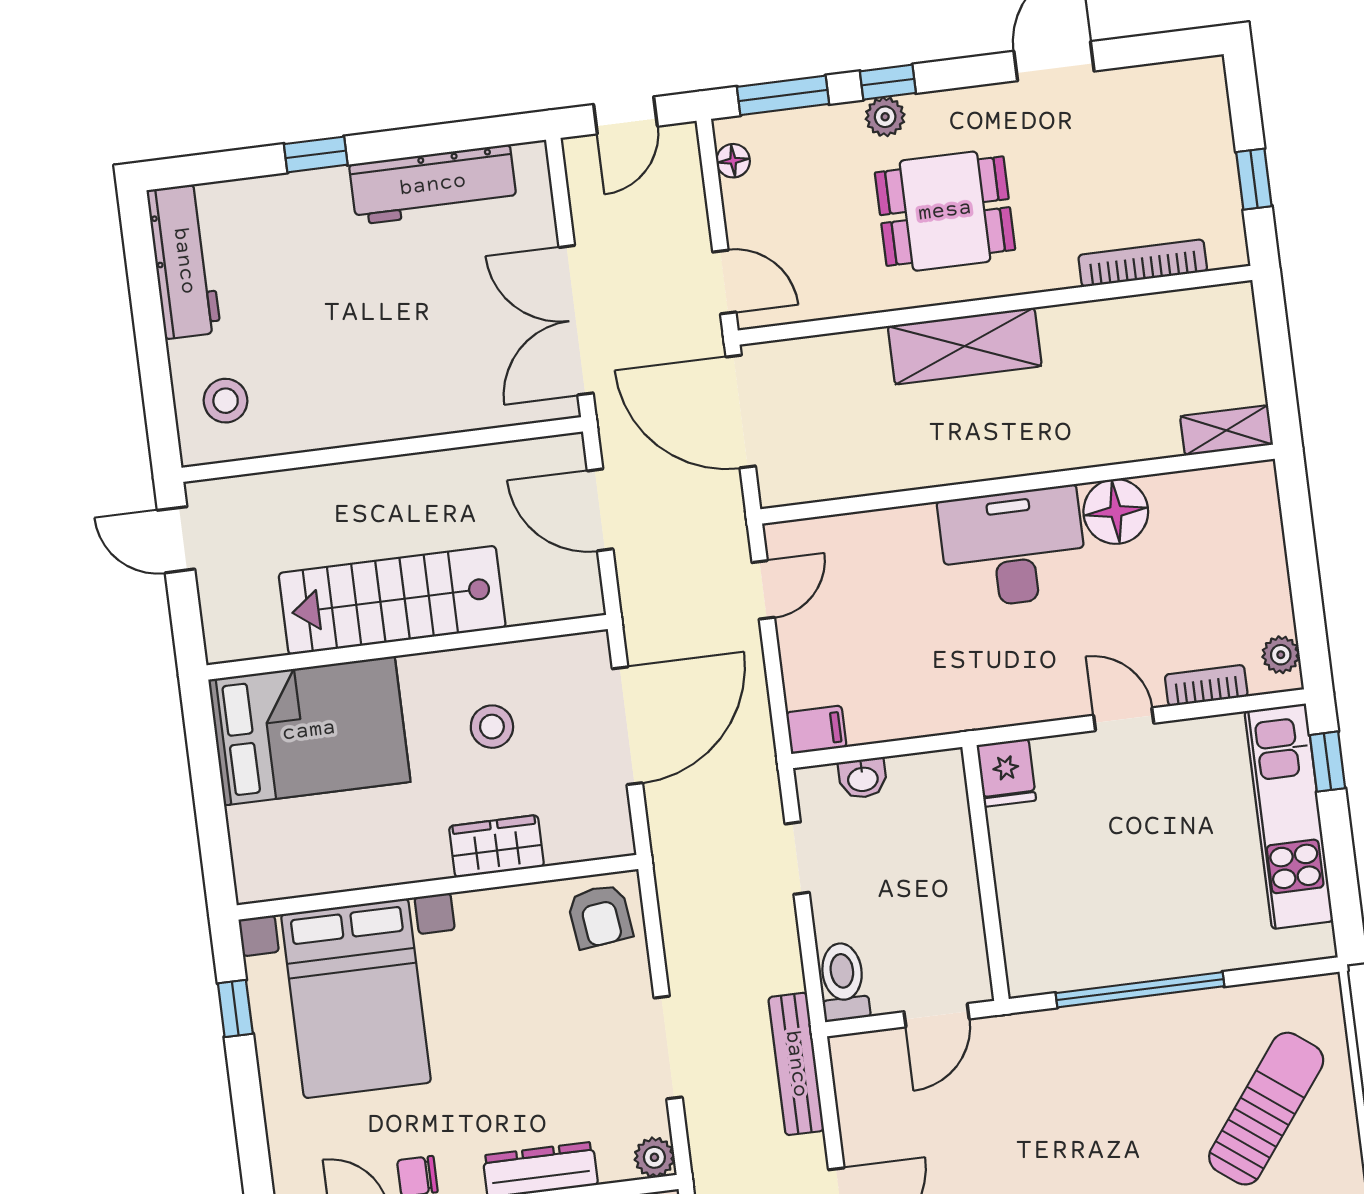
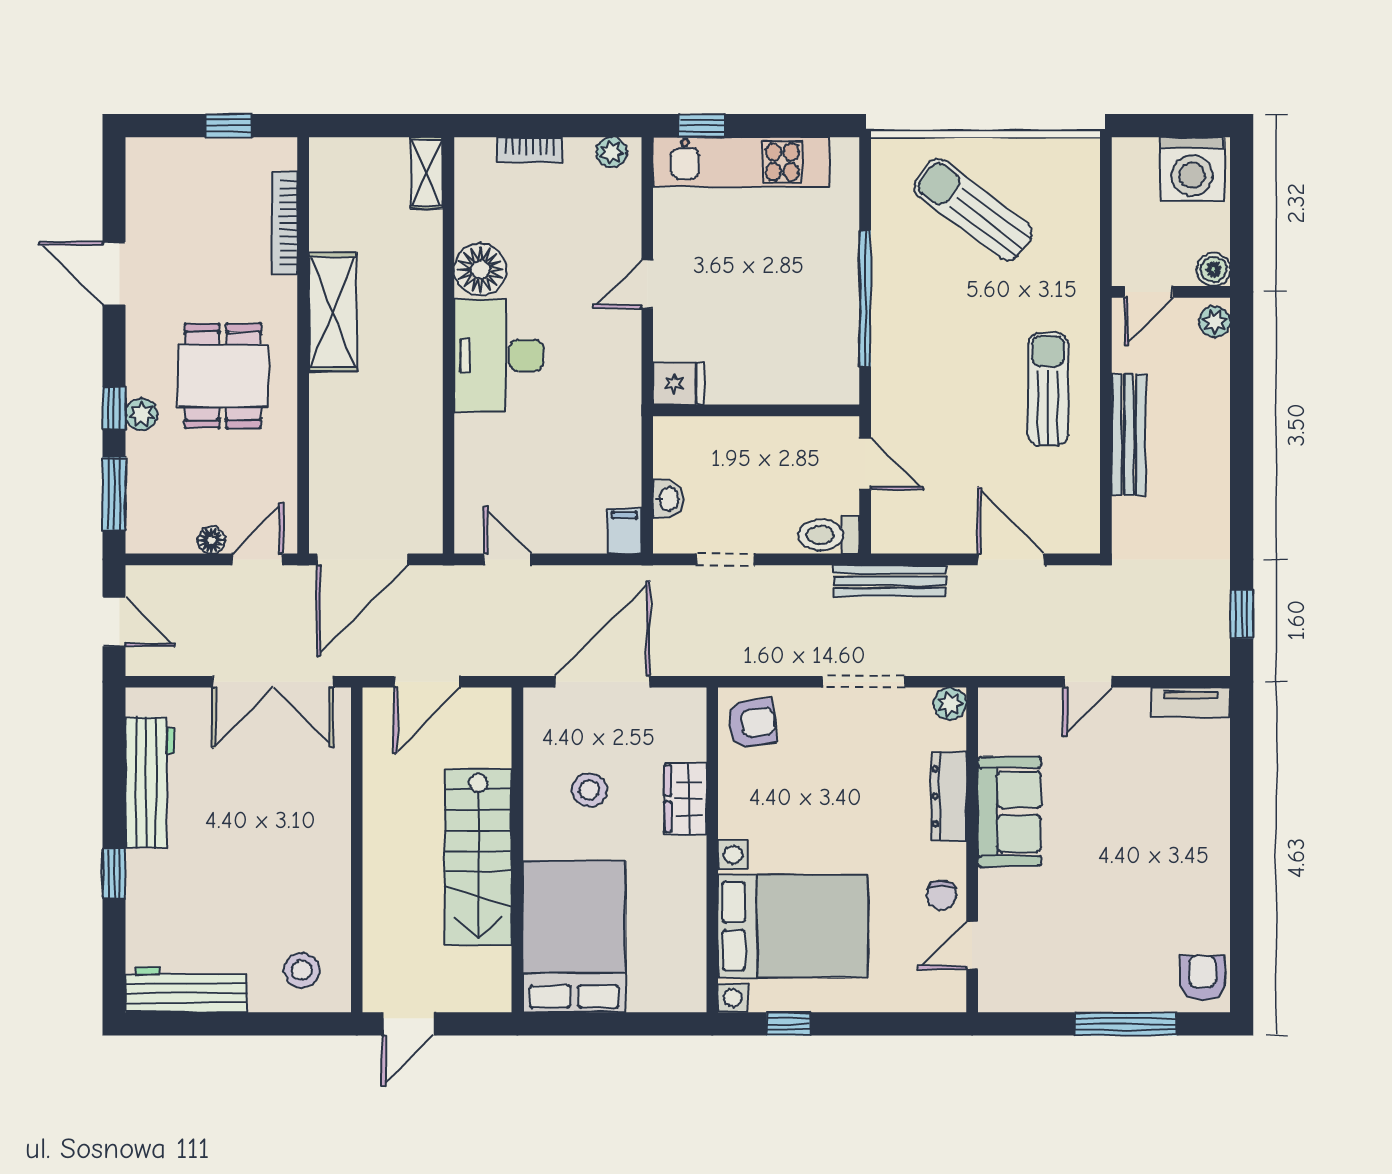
floor lamp: (733, 161) -> (211, 540), moved
shelving: (965, 346) -> (333, 312), moved
bookcase: (1206, 686) -> (530, 150), moved, turned -90
door: (627, 726) -> (602, 682), hinge flipped

